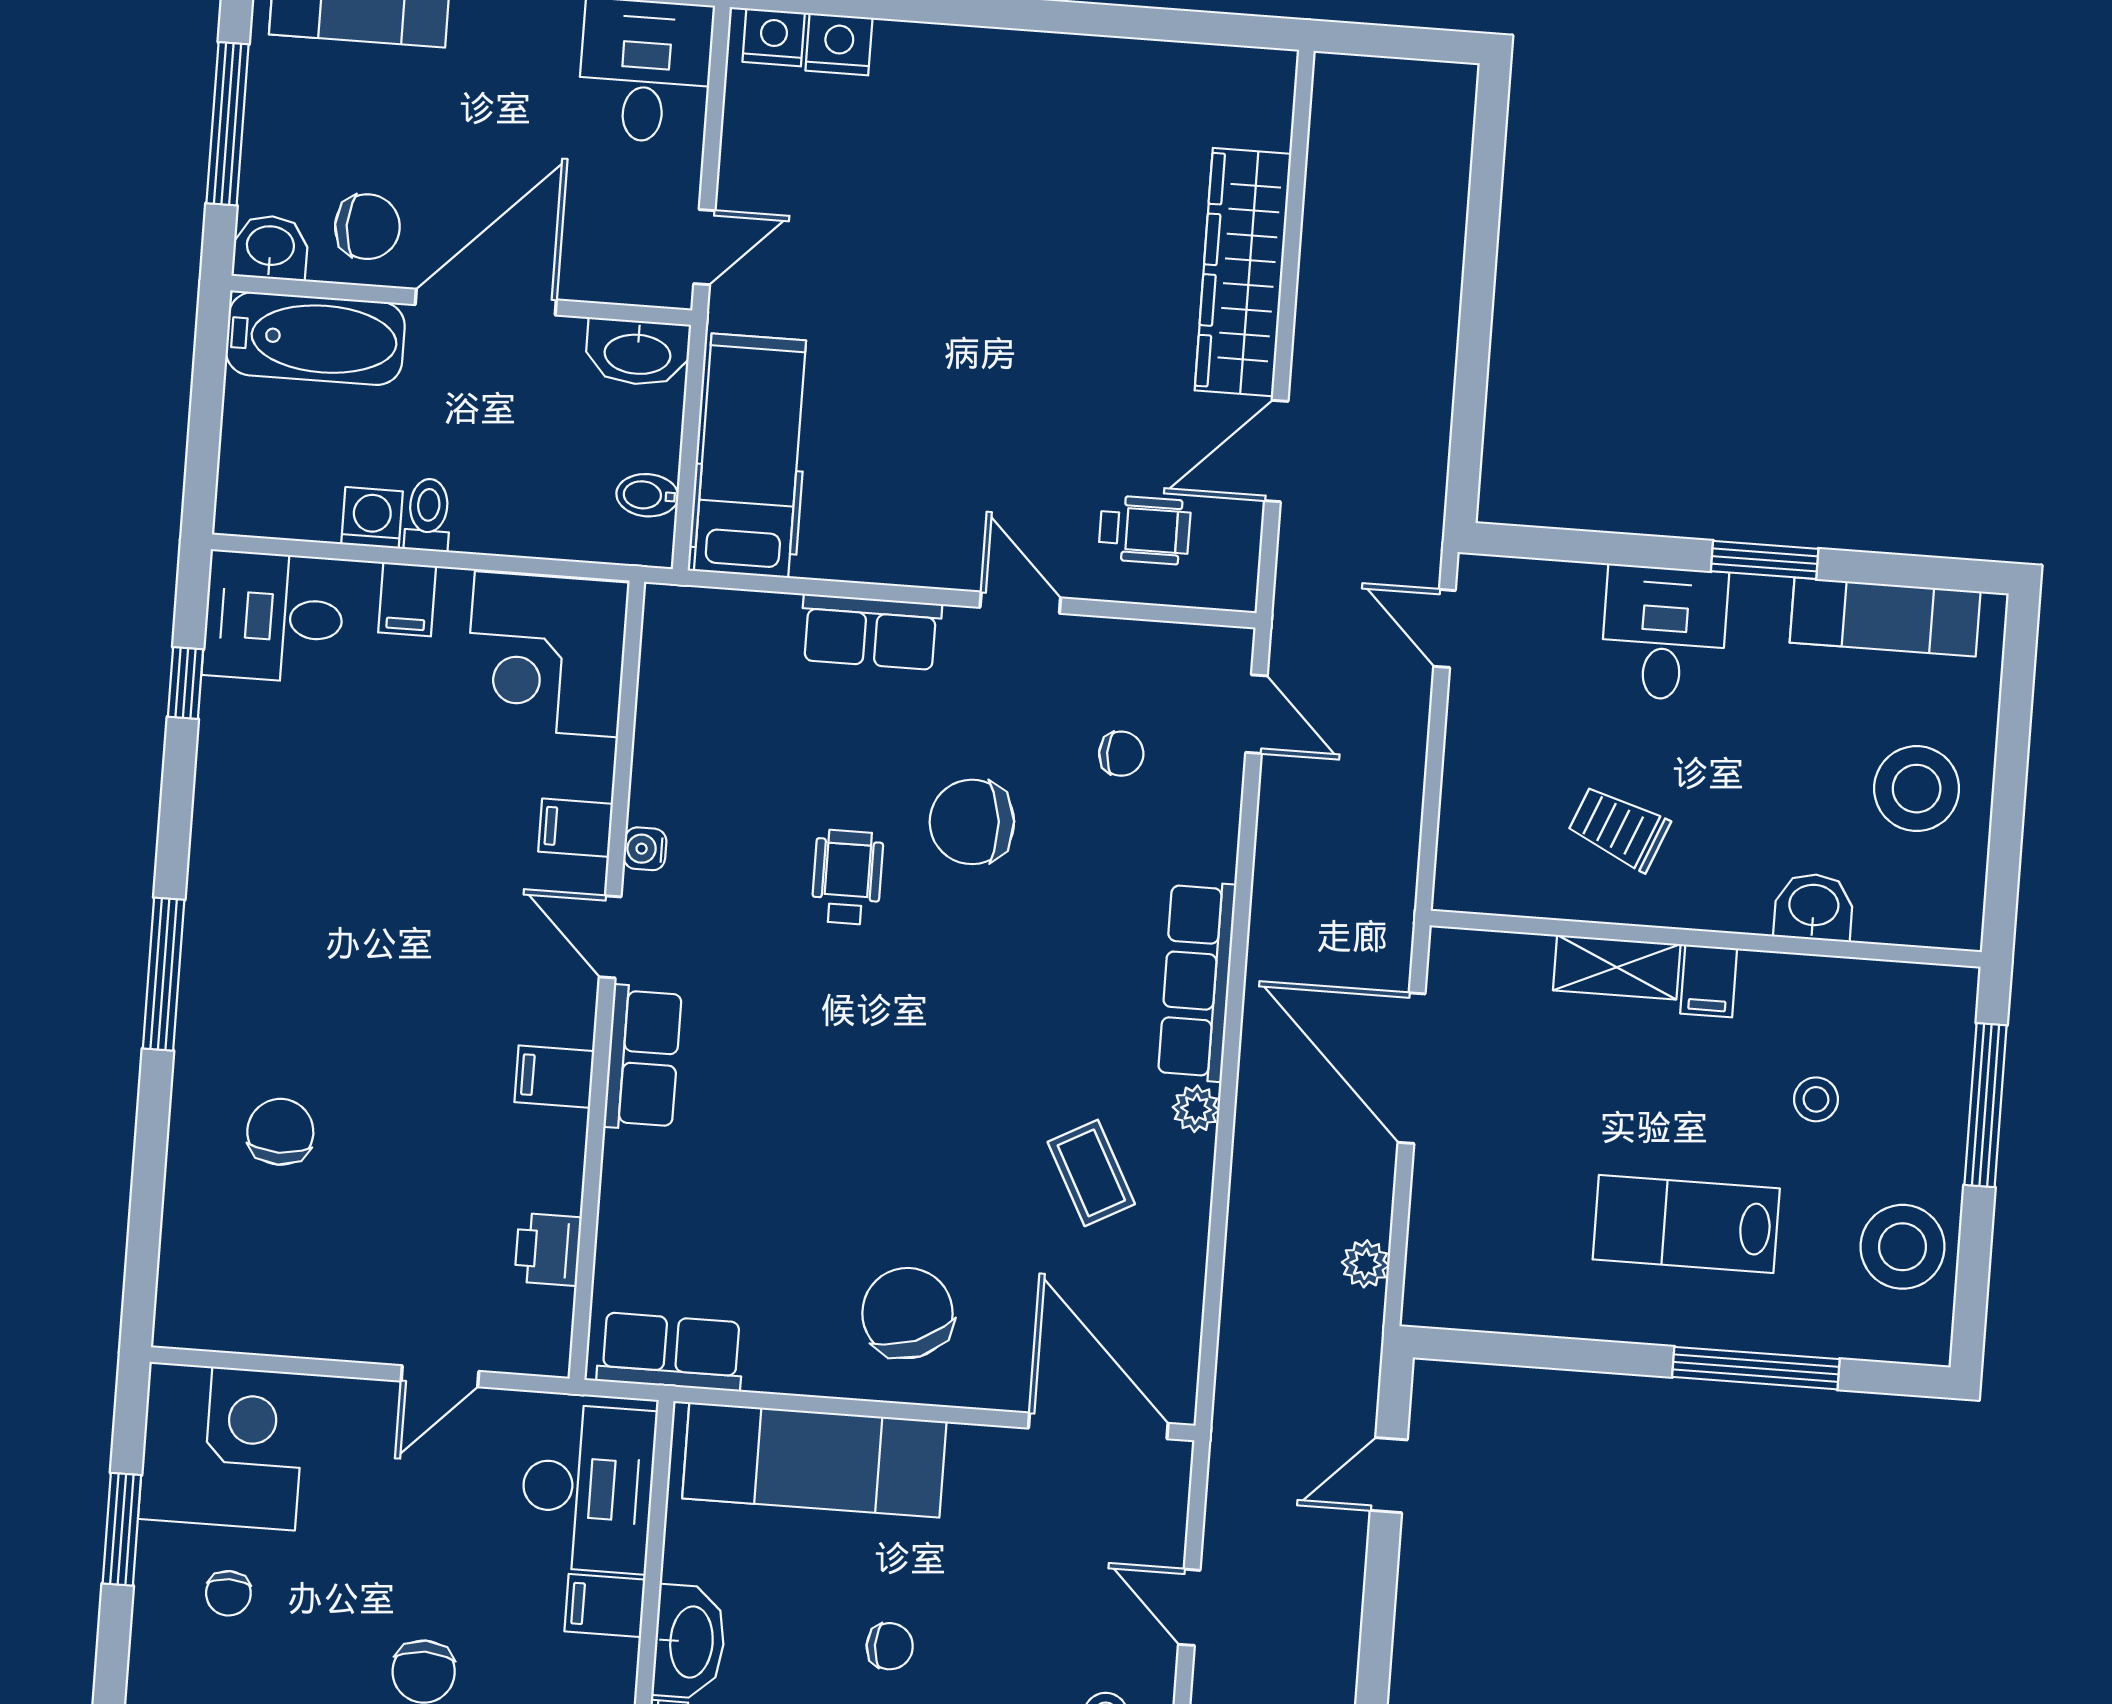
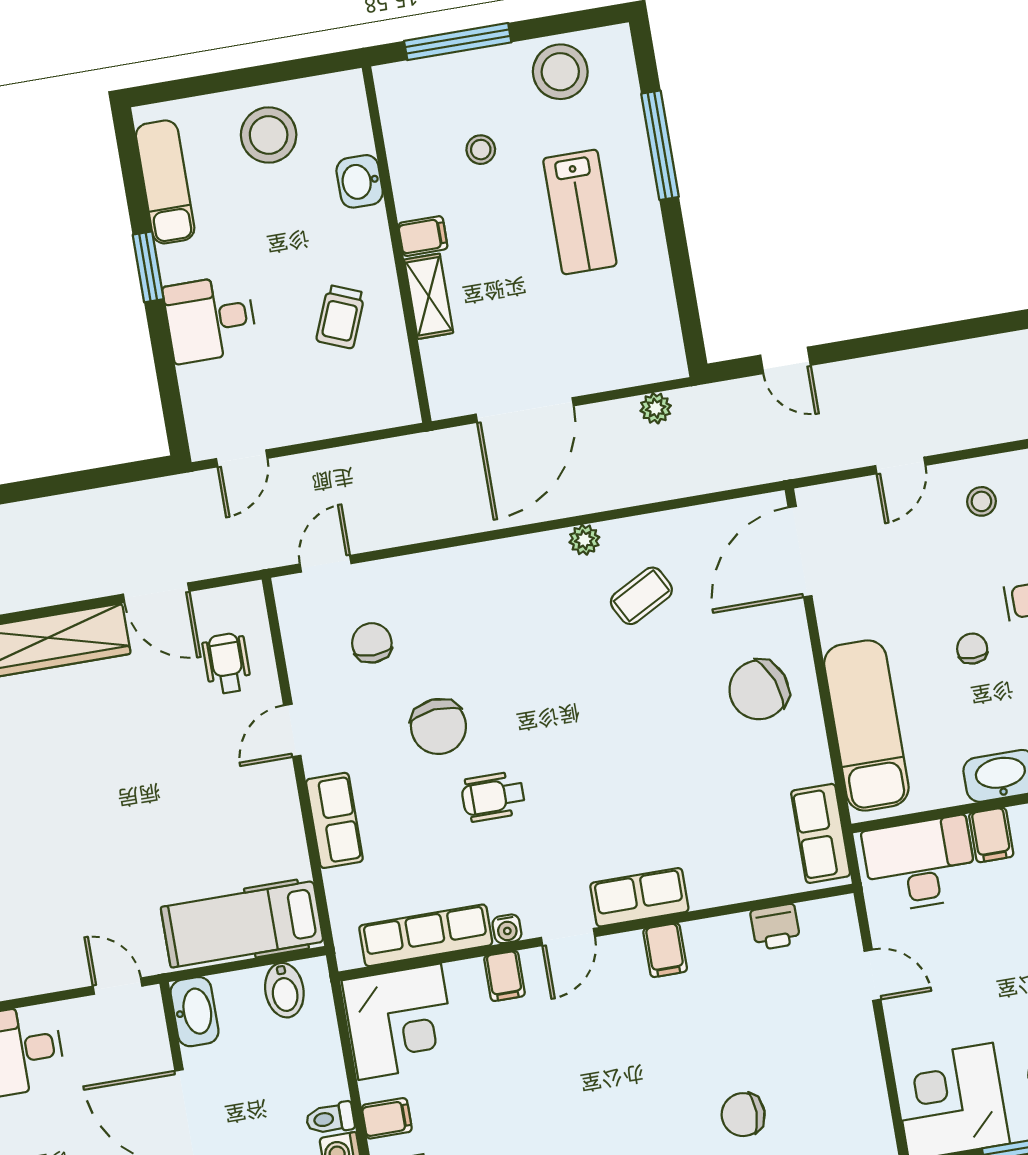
bidet: (647, 495) -> (284, 990), width x1.38, depth x1.36
chair: (1121, 754) -> (372, 643), width x1.37, depth x1.37
row of seats: (1197, 981) -> (426, 935), moved, turned 180

